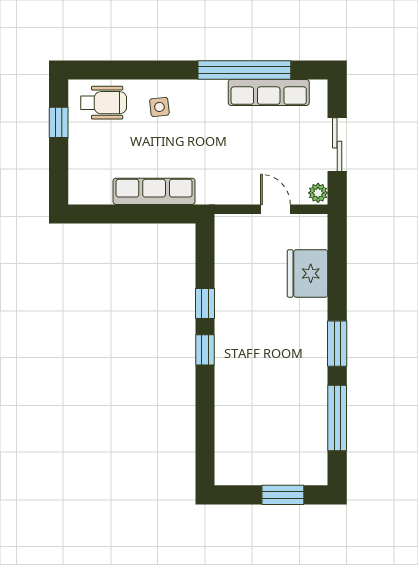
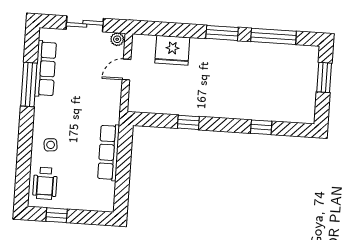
window: (244, 70) -> (29, 84), width x0.68
wheelchair: (103, 103) -> (45, 183), turned 180
window: (205, 350) -> (261, 127), moved

